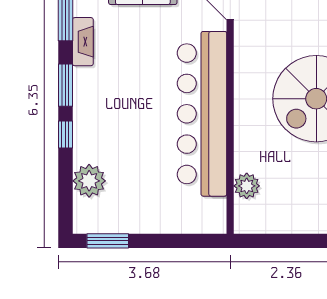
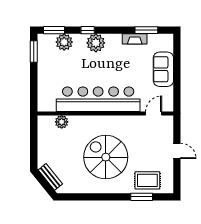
window: (65, 85) -> (54, 30), moved
plant: (91, 119) -> (96, 43), added

